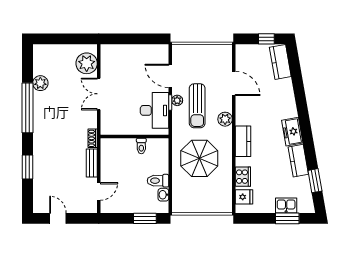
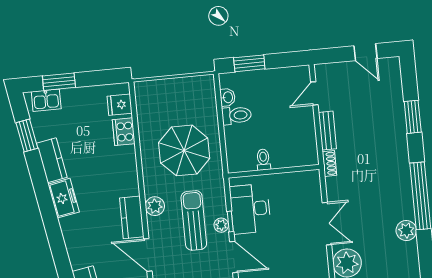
kitchen counter: (243, 141) -> (132, 217), moved
kitchen sink: (286, 205) -> (46, 100), moved

